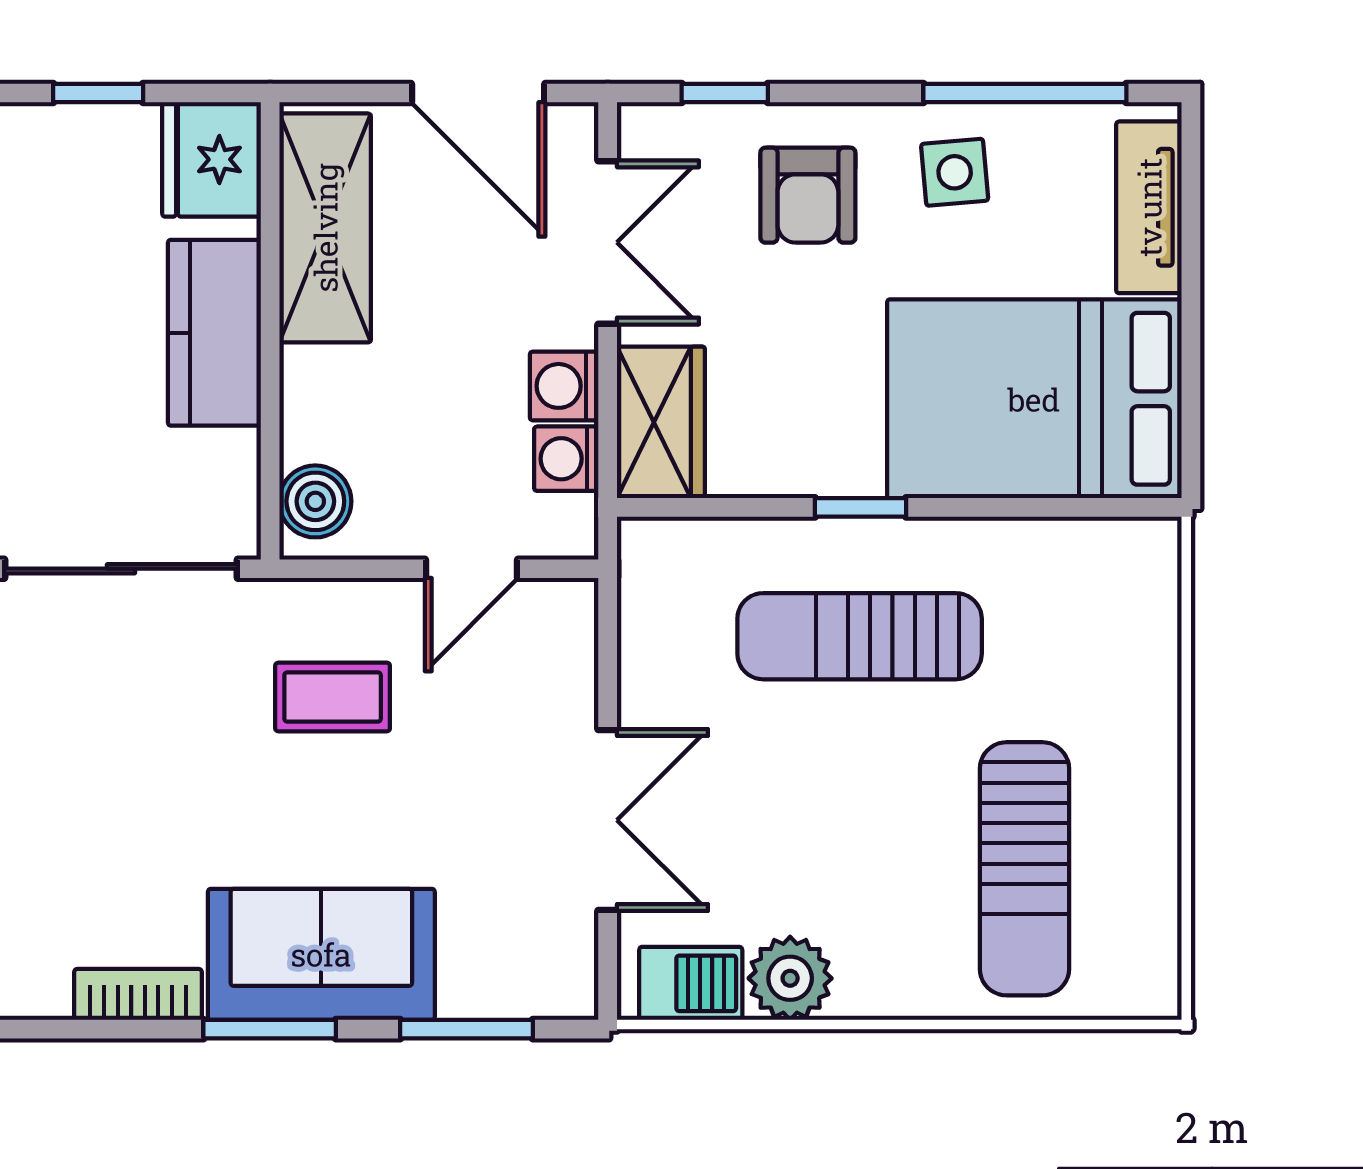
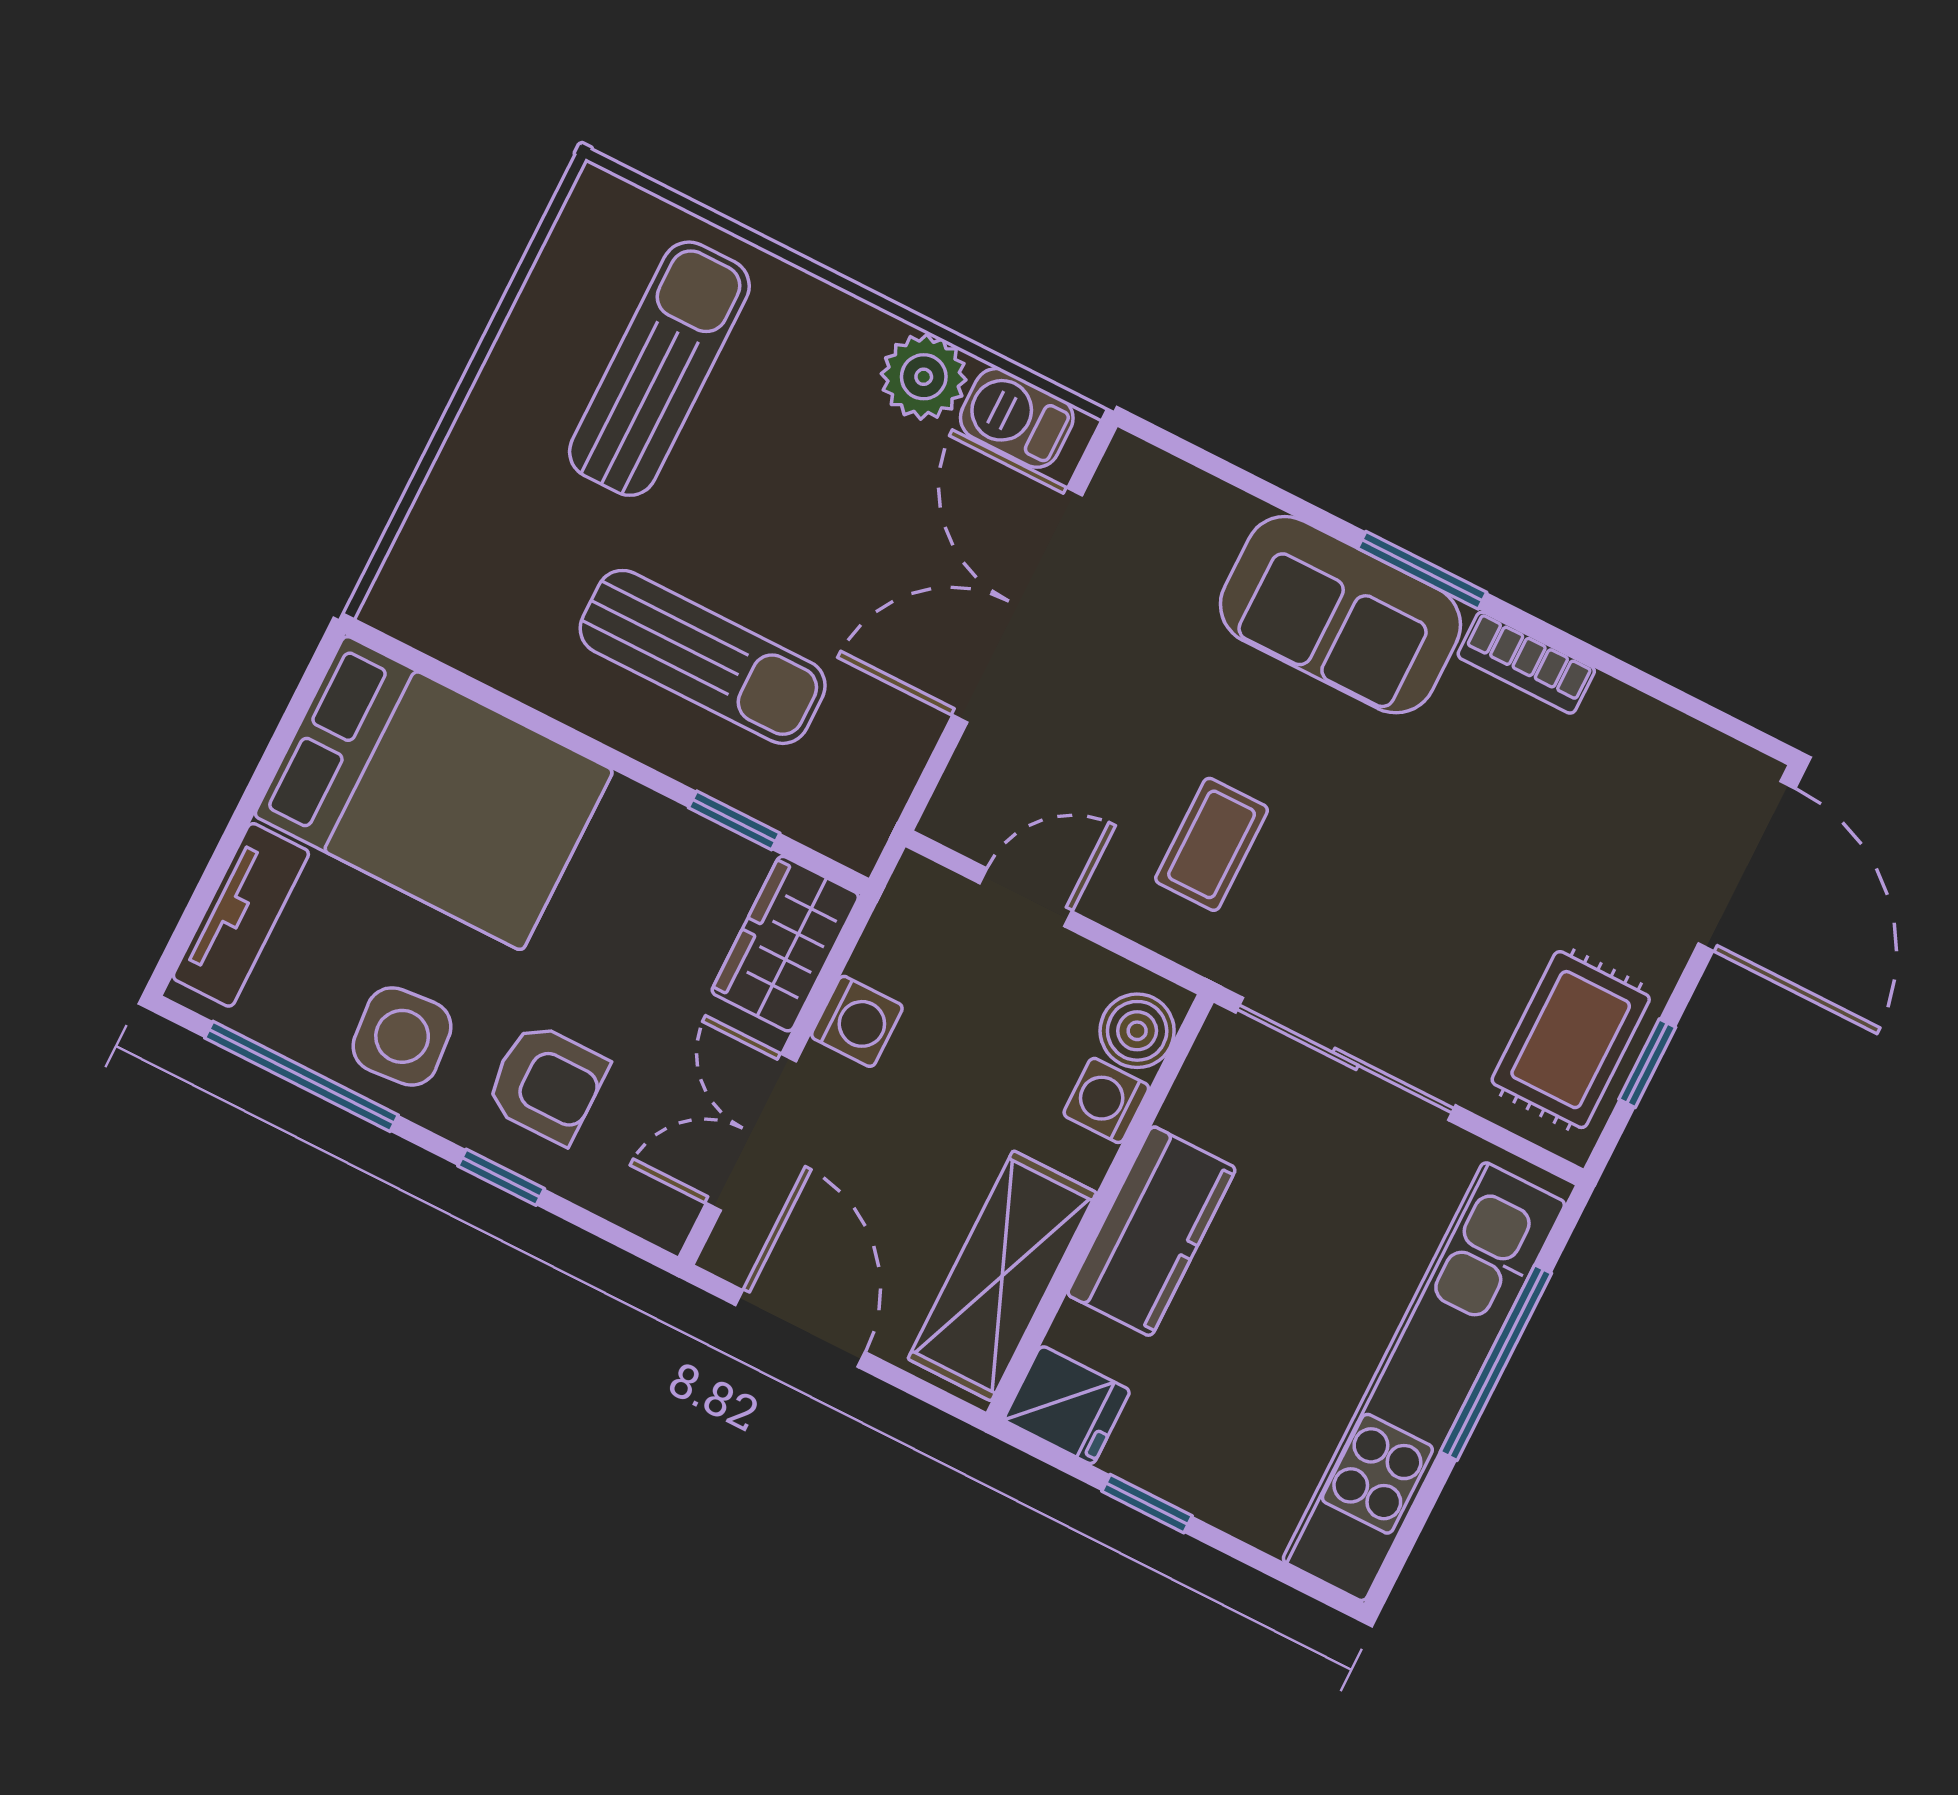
window: (725, 93) -> (501, 1177), moved
fridge: (212, 159) -> (1067, 1405), width x0.72
side table: (955, 172) -> (402, 1036), width x1.37, depth x1.37
armchair: (808, 195) -> (546, 1083), turned 90
washing machine: (566, 459) -> (1106, 1100), moved, turned 180
window: (861, 507) -> (734, 820), moved
coffee table: (333, 697) -> (1212, 844), turned 90
double door: (608, 820) -> (1017, 605), width x1.37
window: (467, 1029) -> (1242, 479), removed

